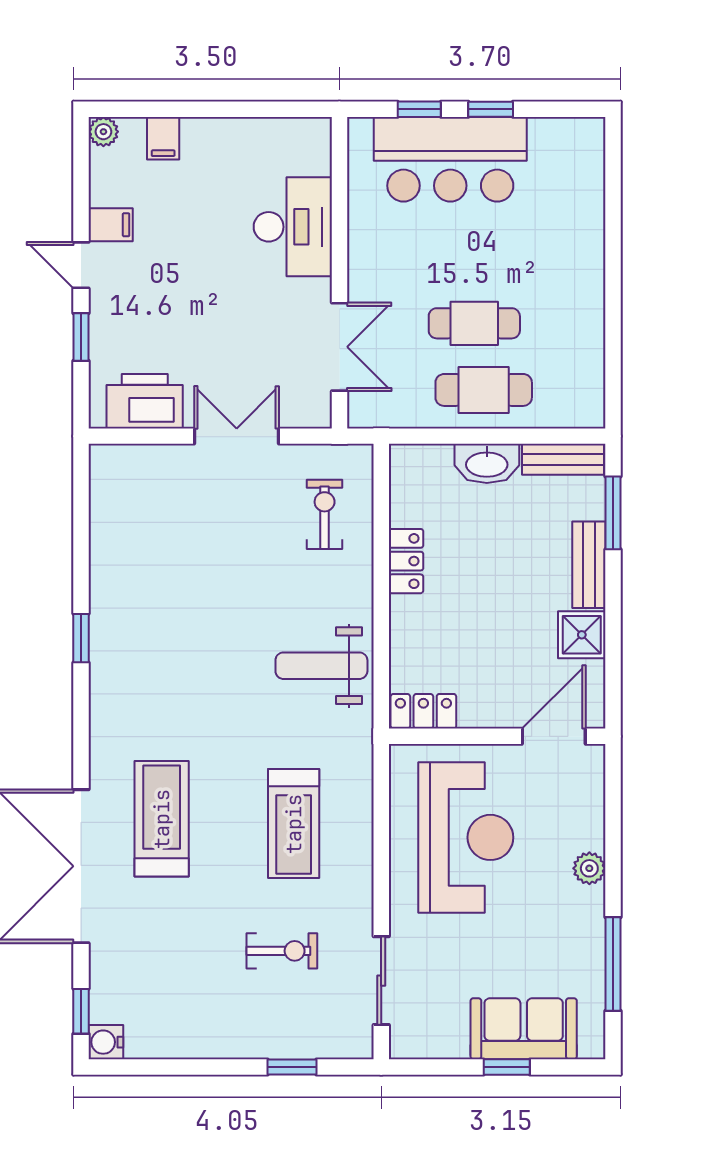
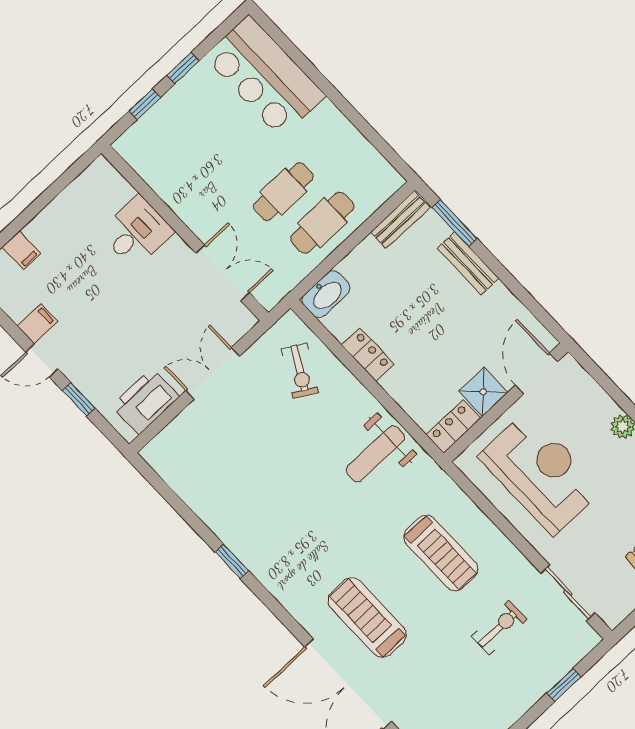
bar counter: (450, 159) -> (265, 76), moved, turned 90
desk: (293, 227) -> (136, 232), width x0.73
washbasin: (487, 463) -> (326, 294), moved
exercise bike: (325, 514) -> (300, 371), turned -150
shower: (582, 635) -> (483, 392), moved

